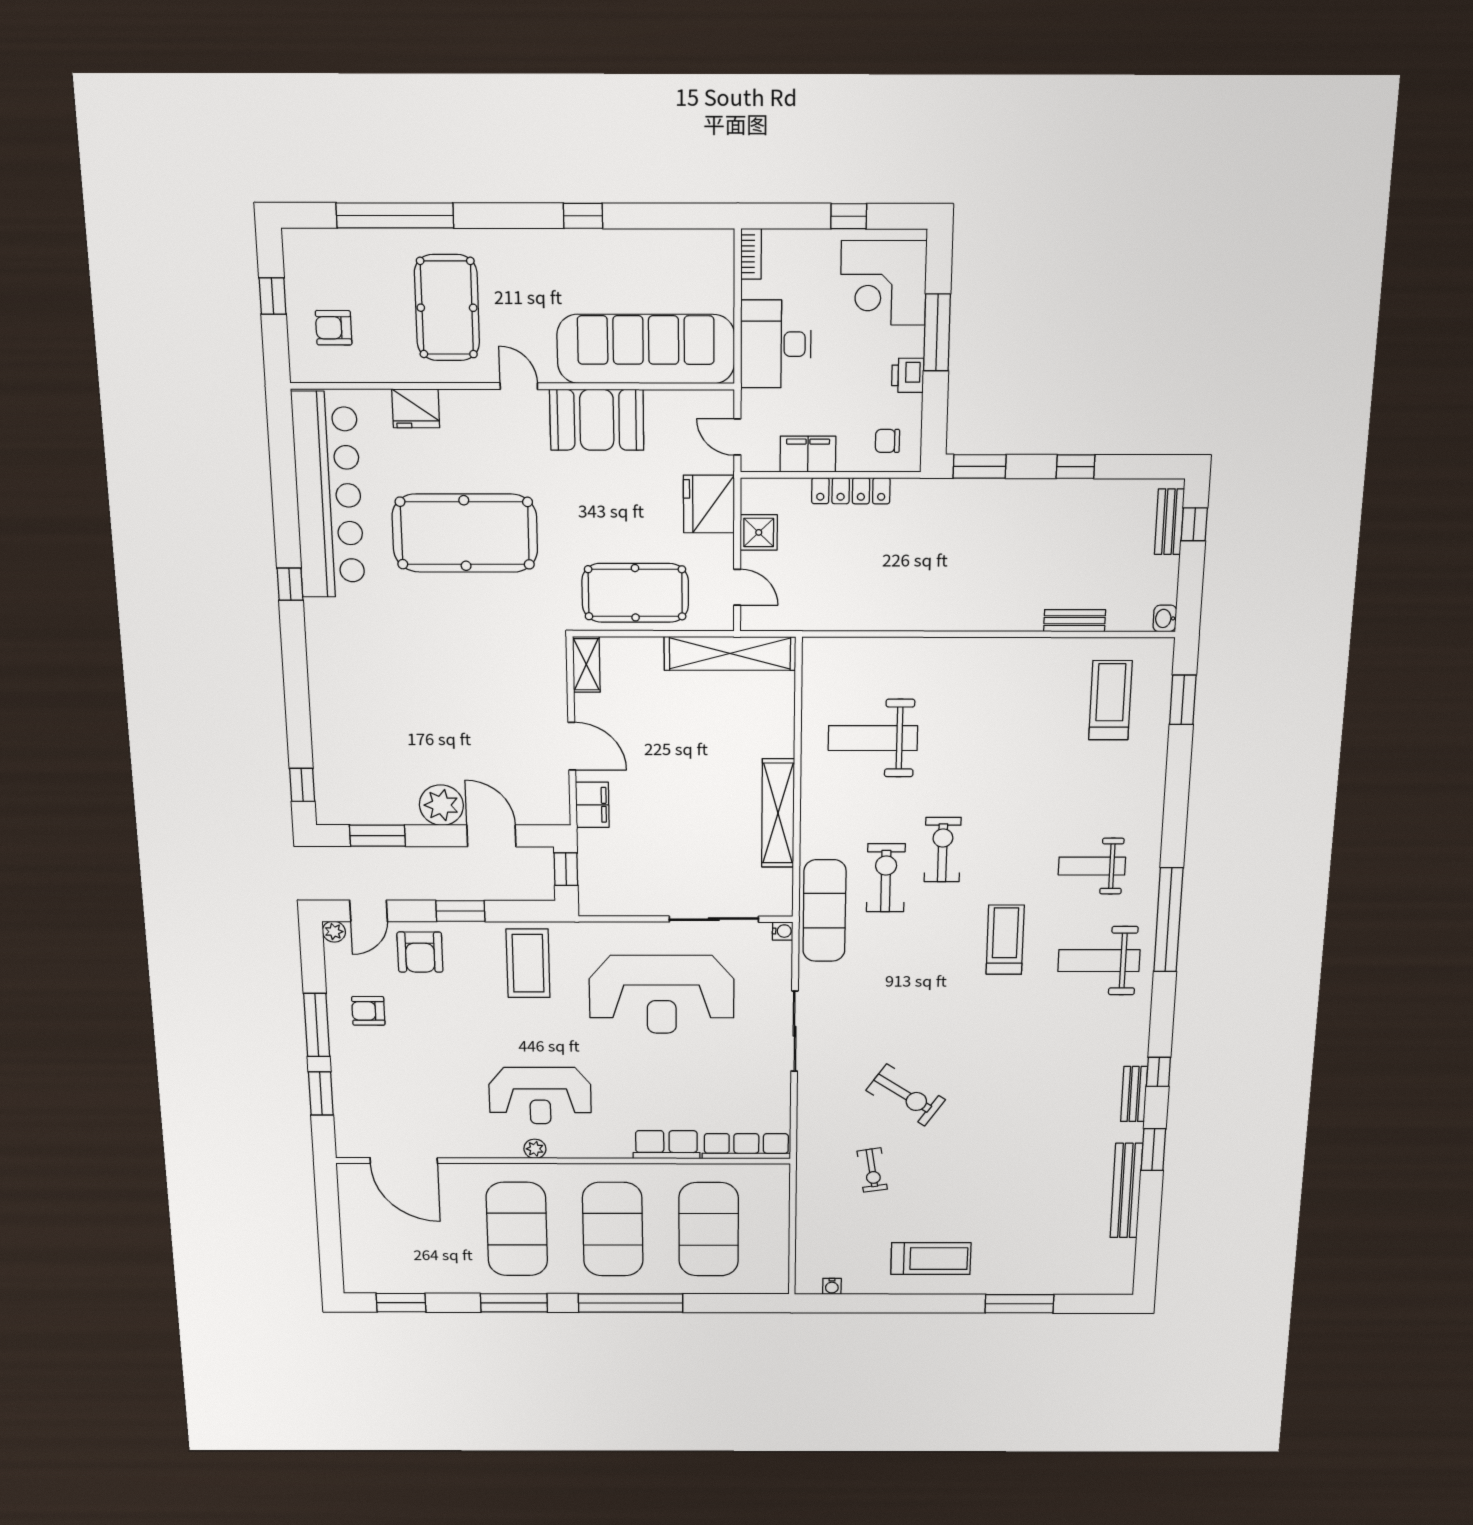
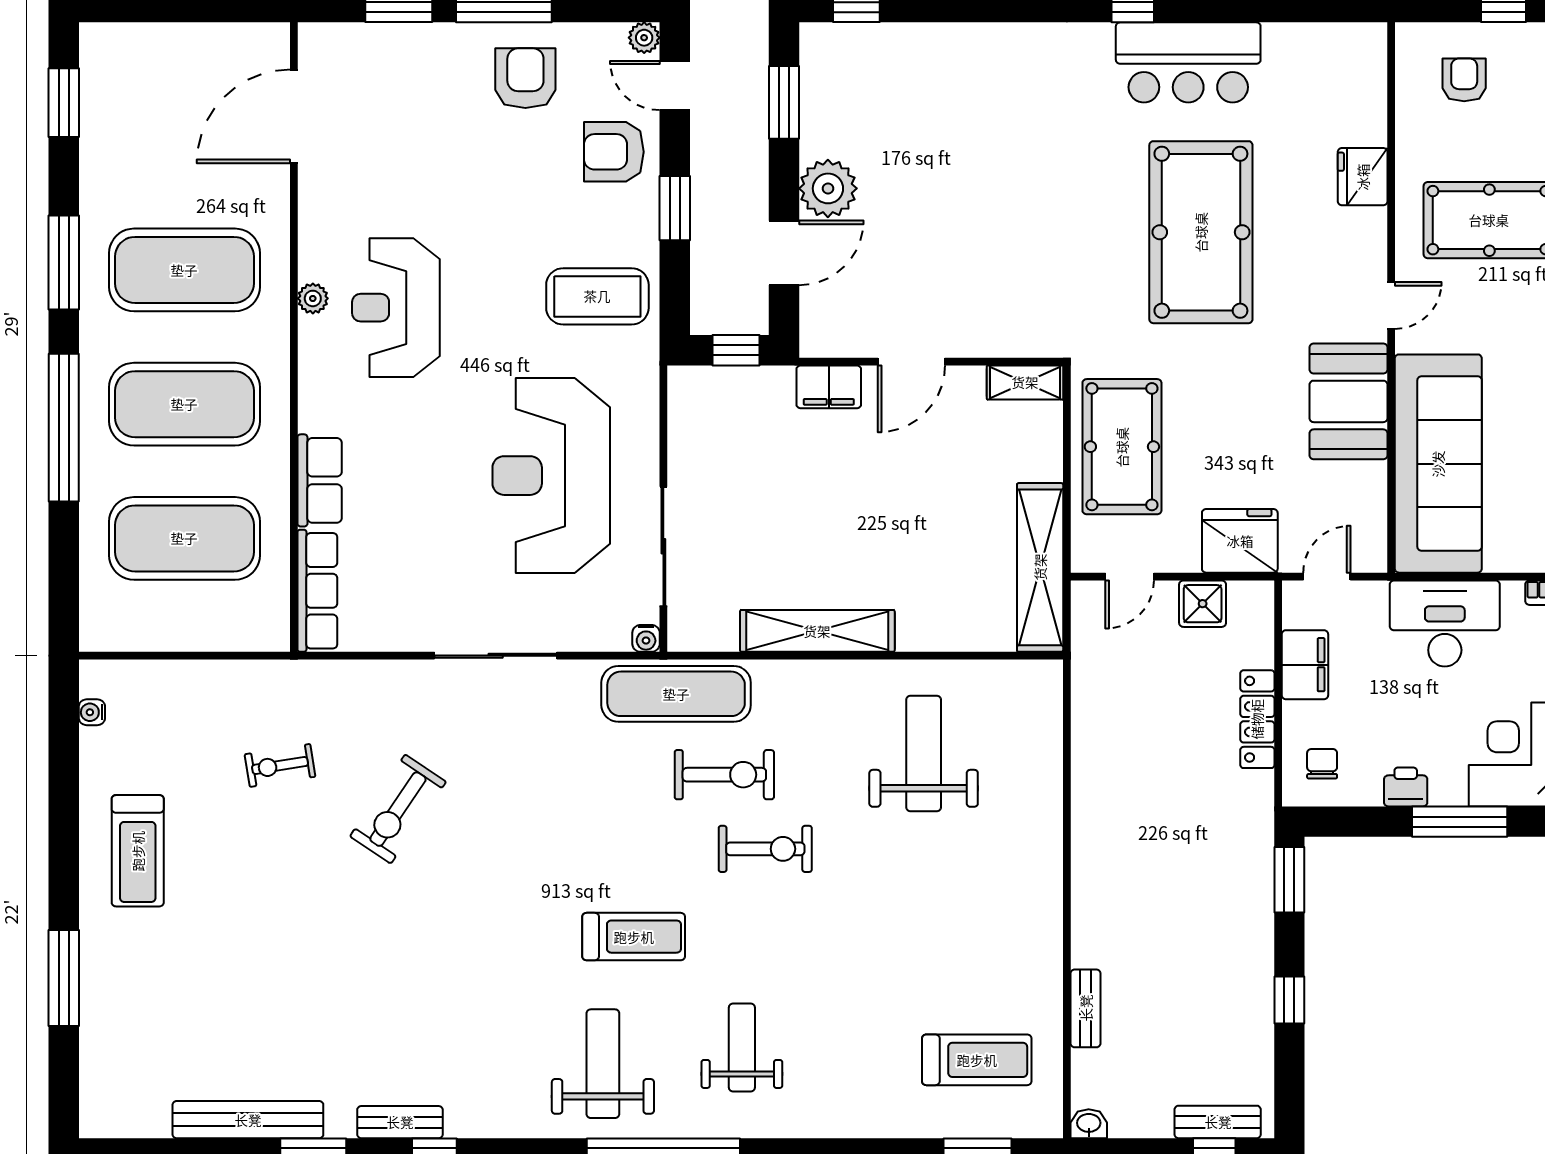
bar counter: (328, 495) -> (1188, 62), width x0.54
armchair: (368, 1011) -> (525, 78), width x1.38, depth x1.38

